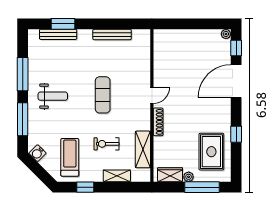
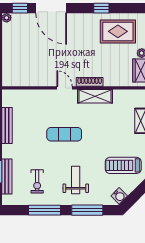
weight bench: (53, 96) -> (76, 180), moved
exercise bike: (106, 144) -> (37, 181), moved
shelving: (143, 149) -> (95, 96), moved

